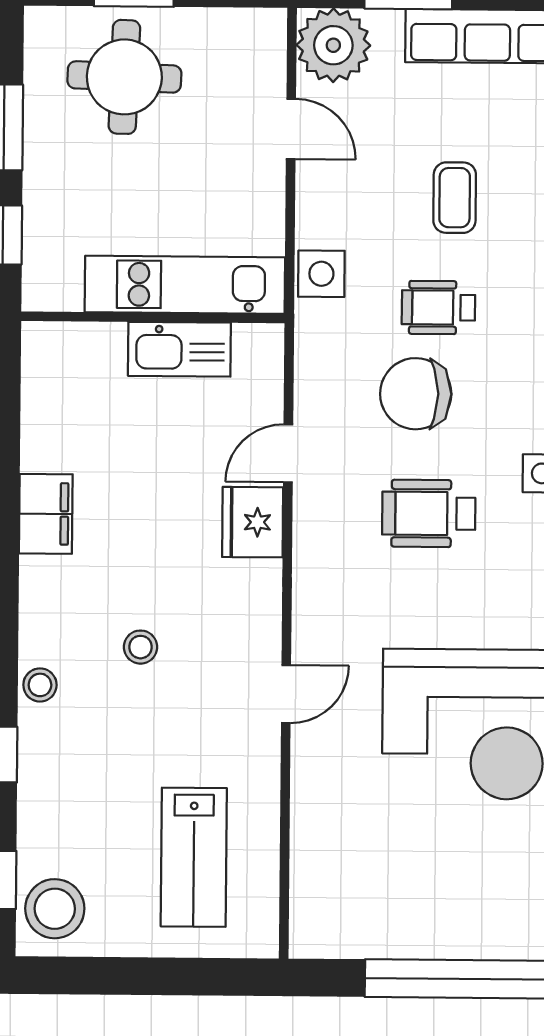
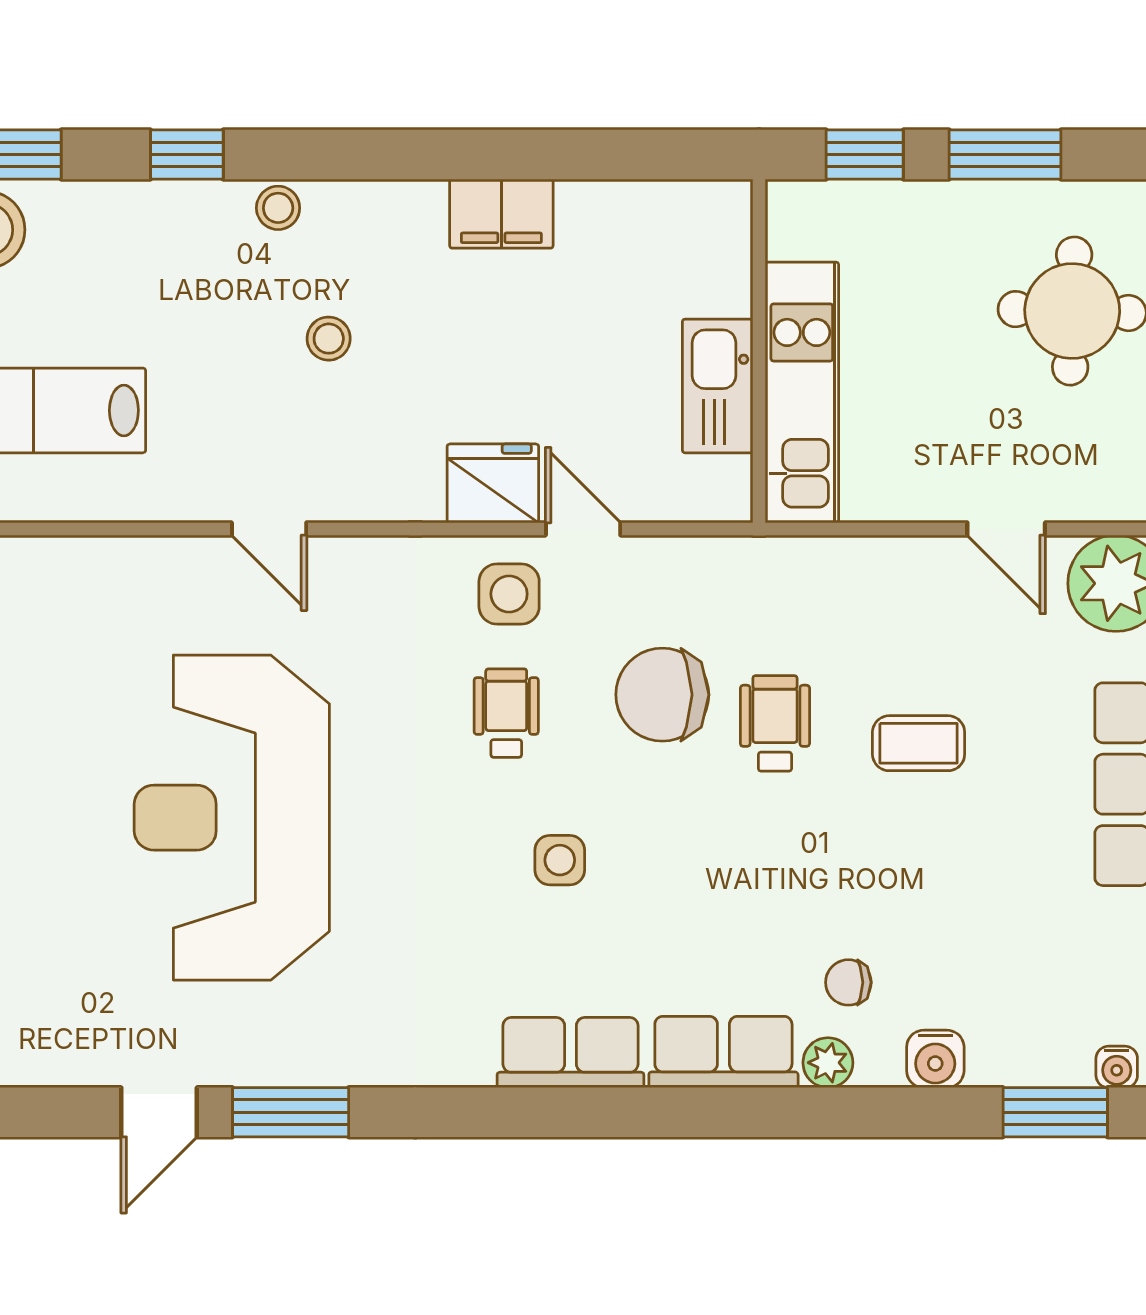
door: (291, 129) -> (1006, 529), hinge flipped
side table: (321, 274) -> (509, 594), moved
chair: (416, 394) -> (662, 695), turned -90
wheelchair: (429, 513) -> (506, 713), width x0.73, depth x0.73

